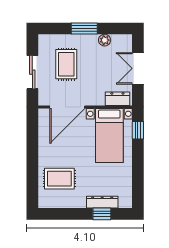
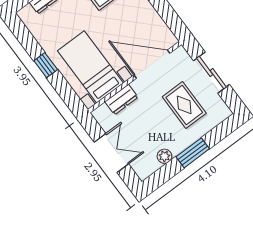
dresser: (117, 99) -> (121, 100), moved
door: (67, 107) -> (152, 64), hinge flipped
window: (138, 130) -> (46, 65), moved

